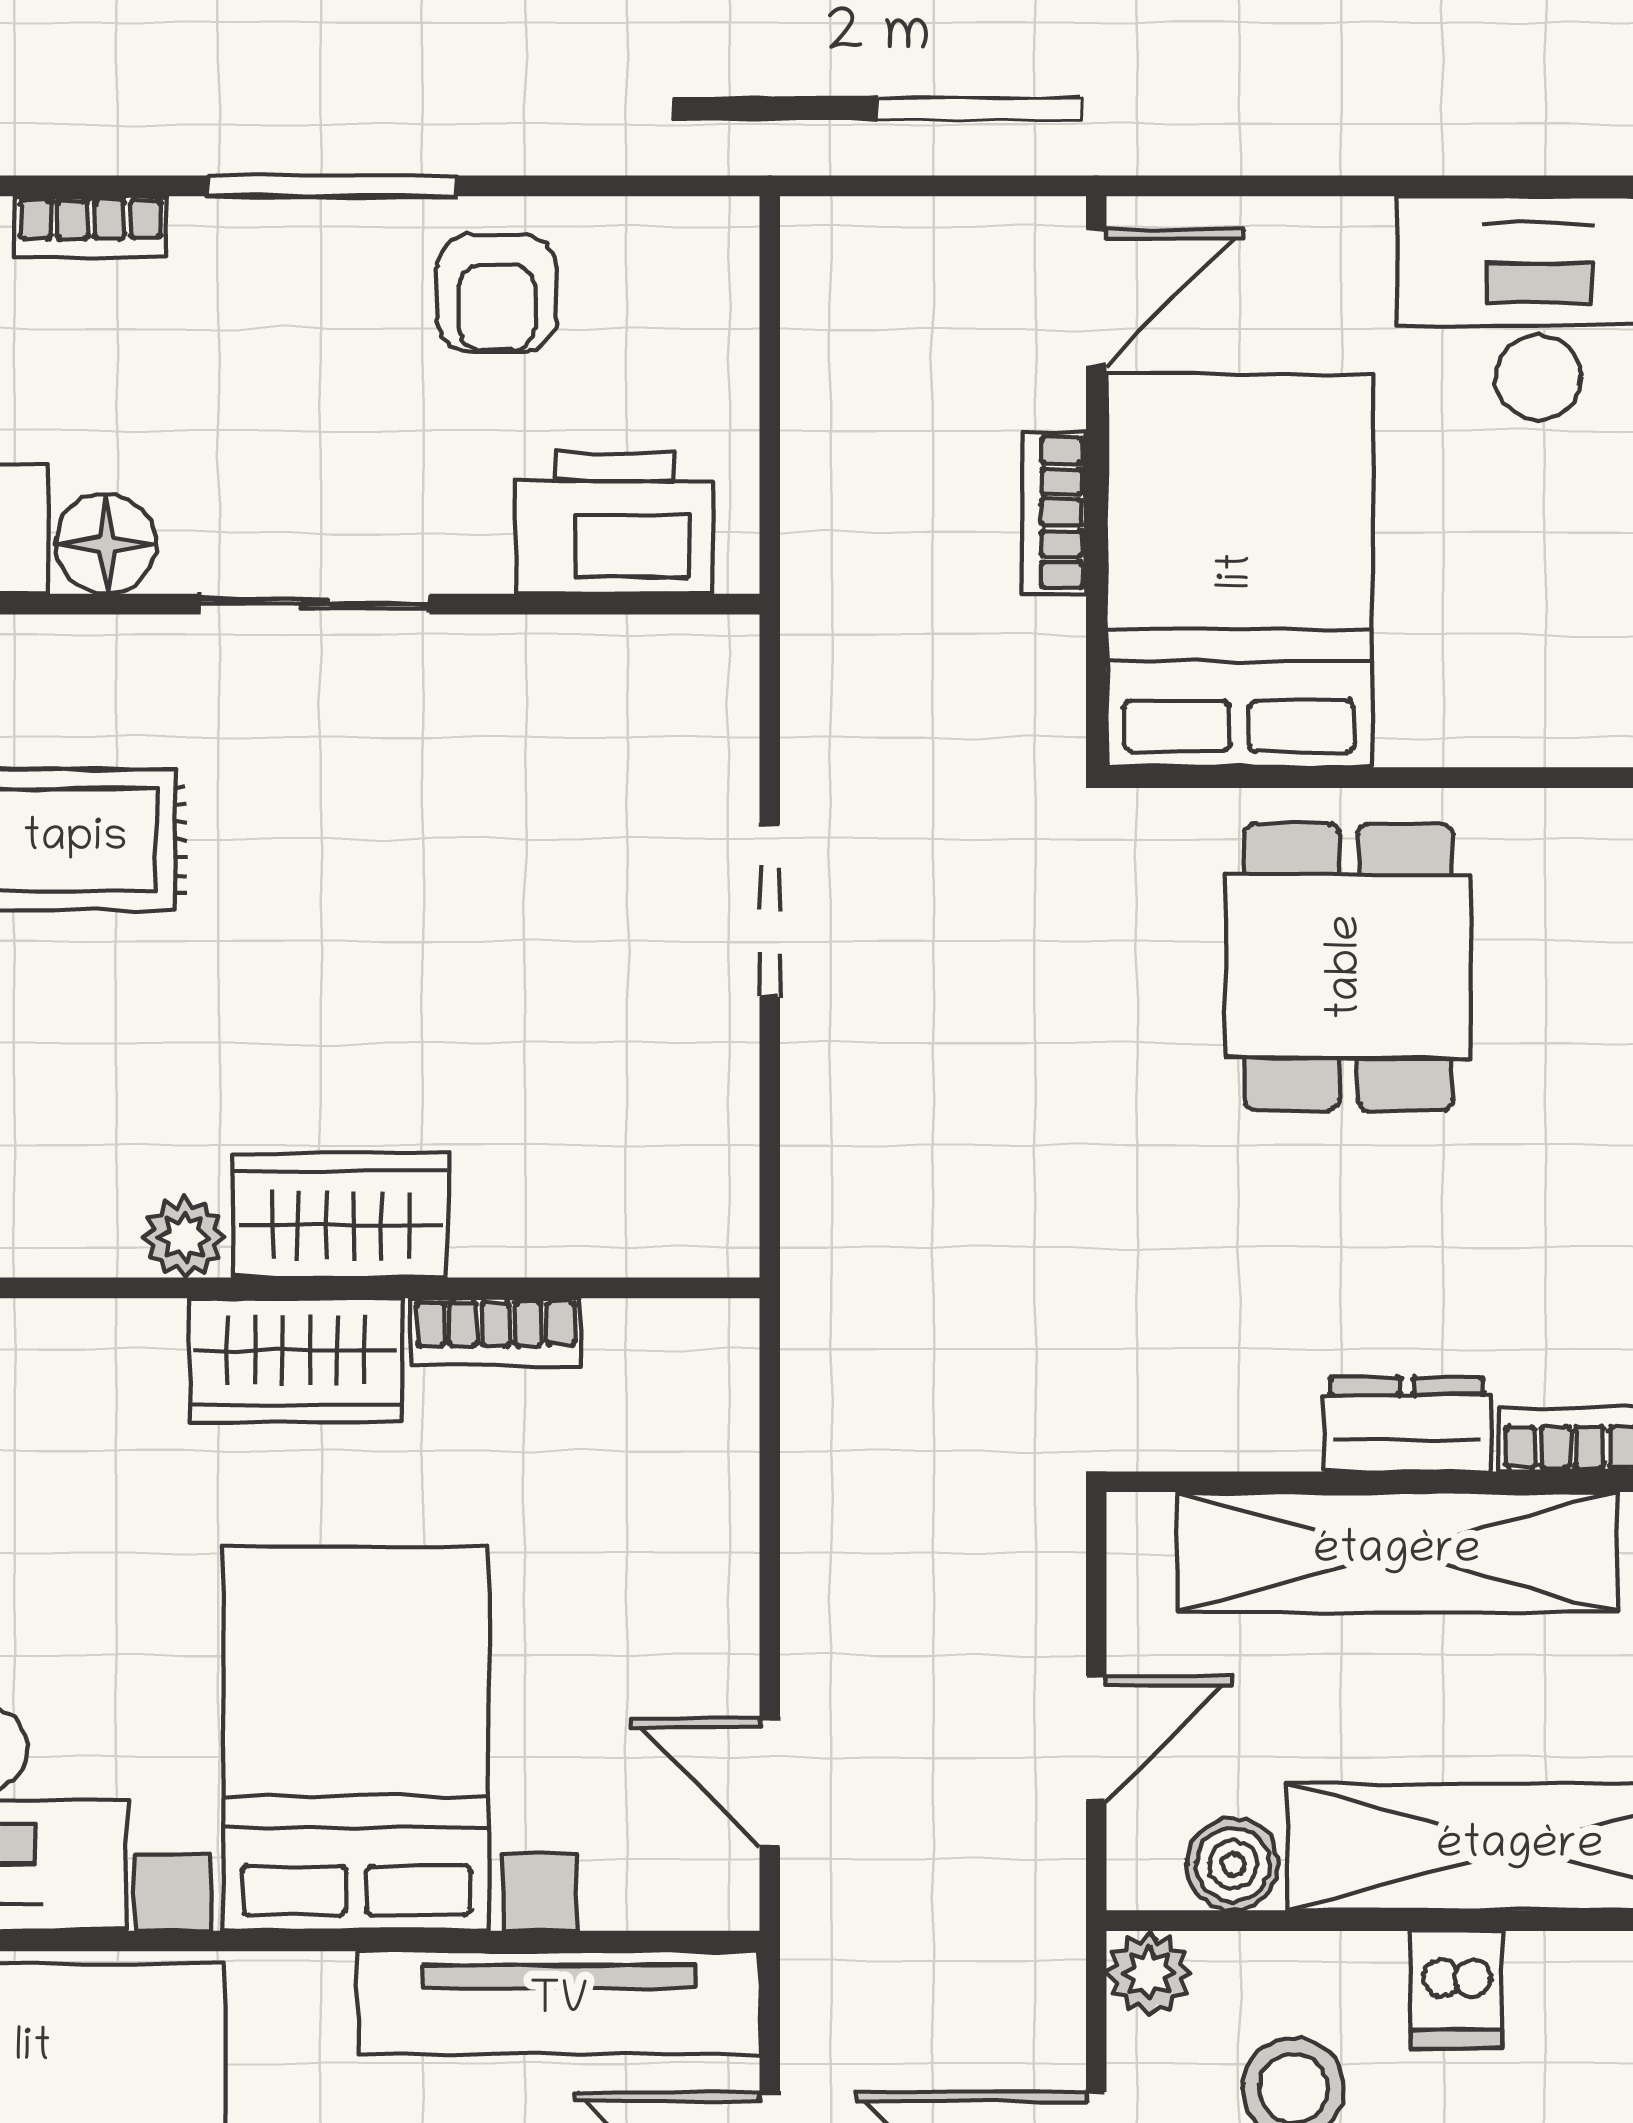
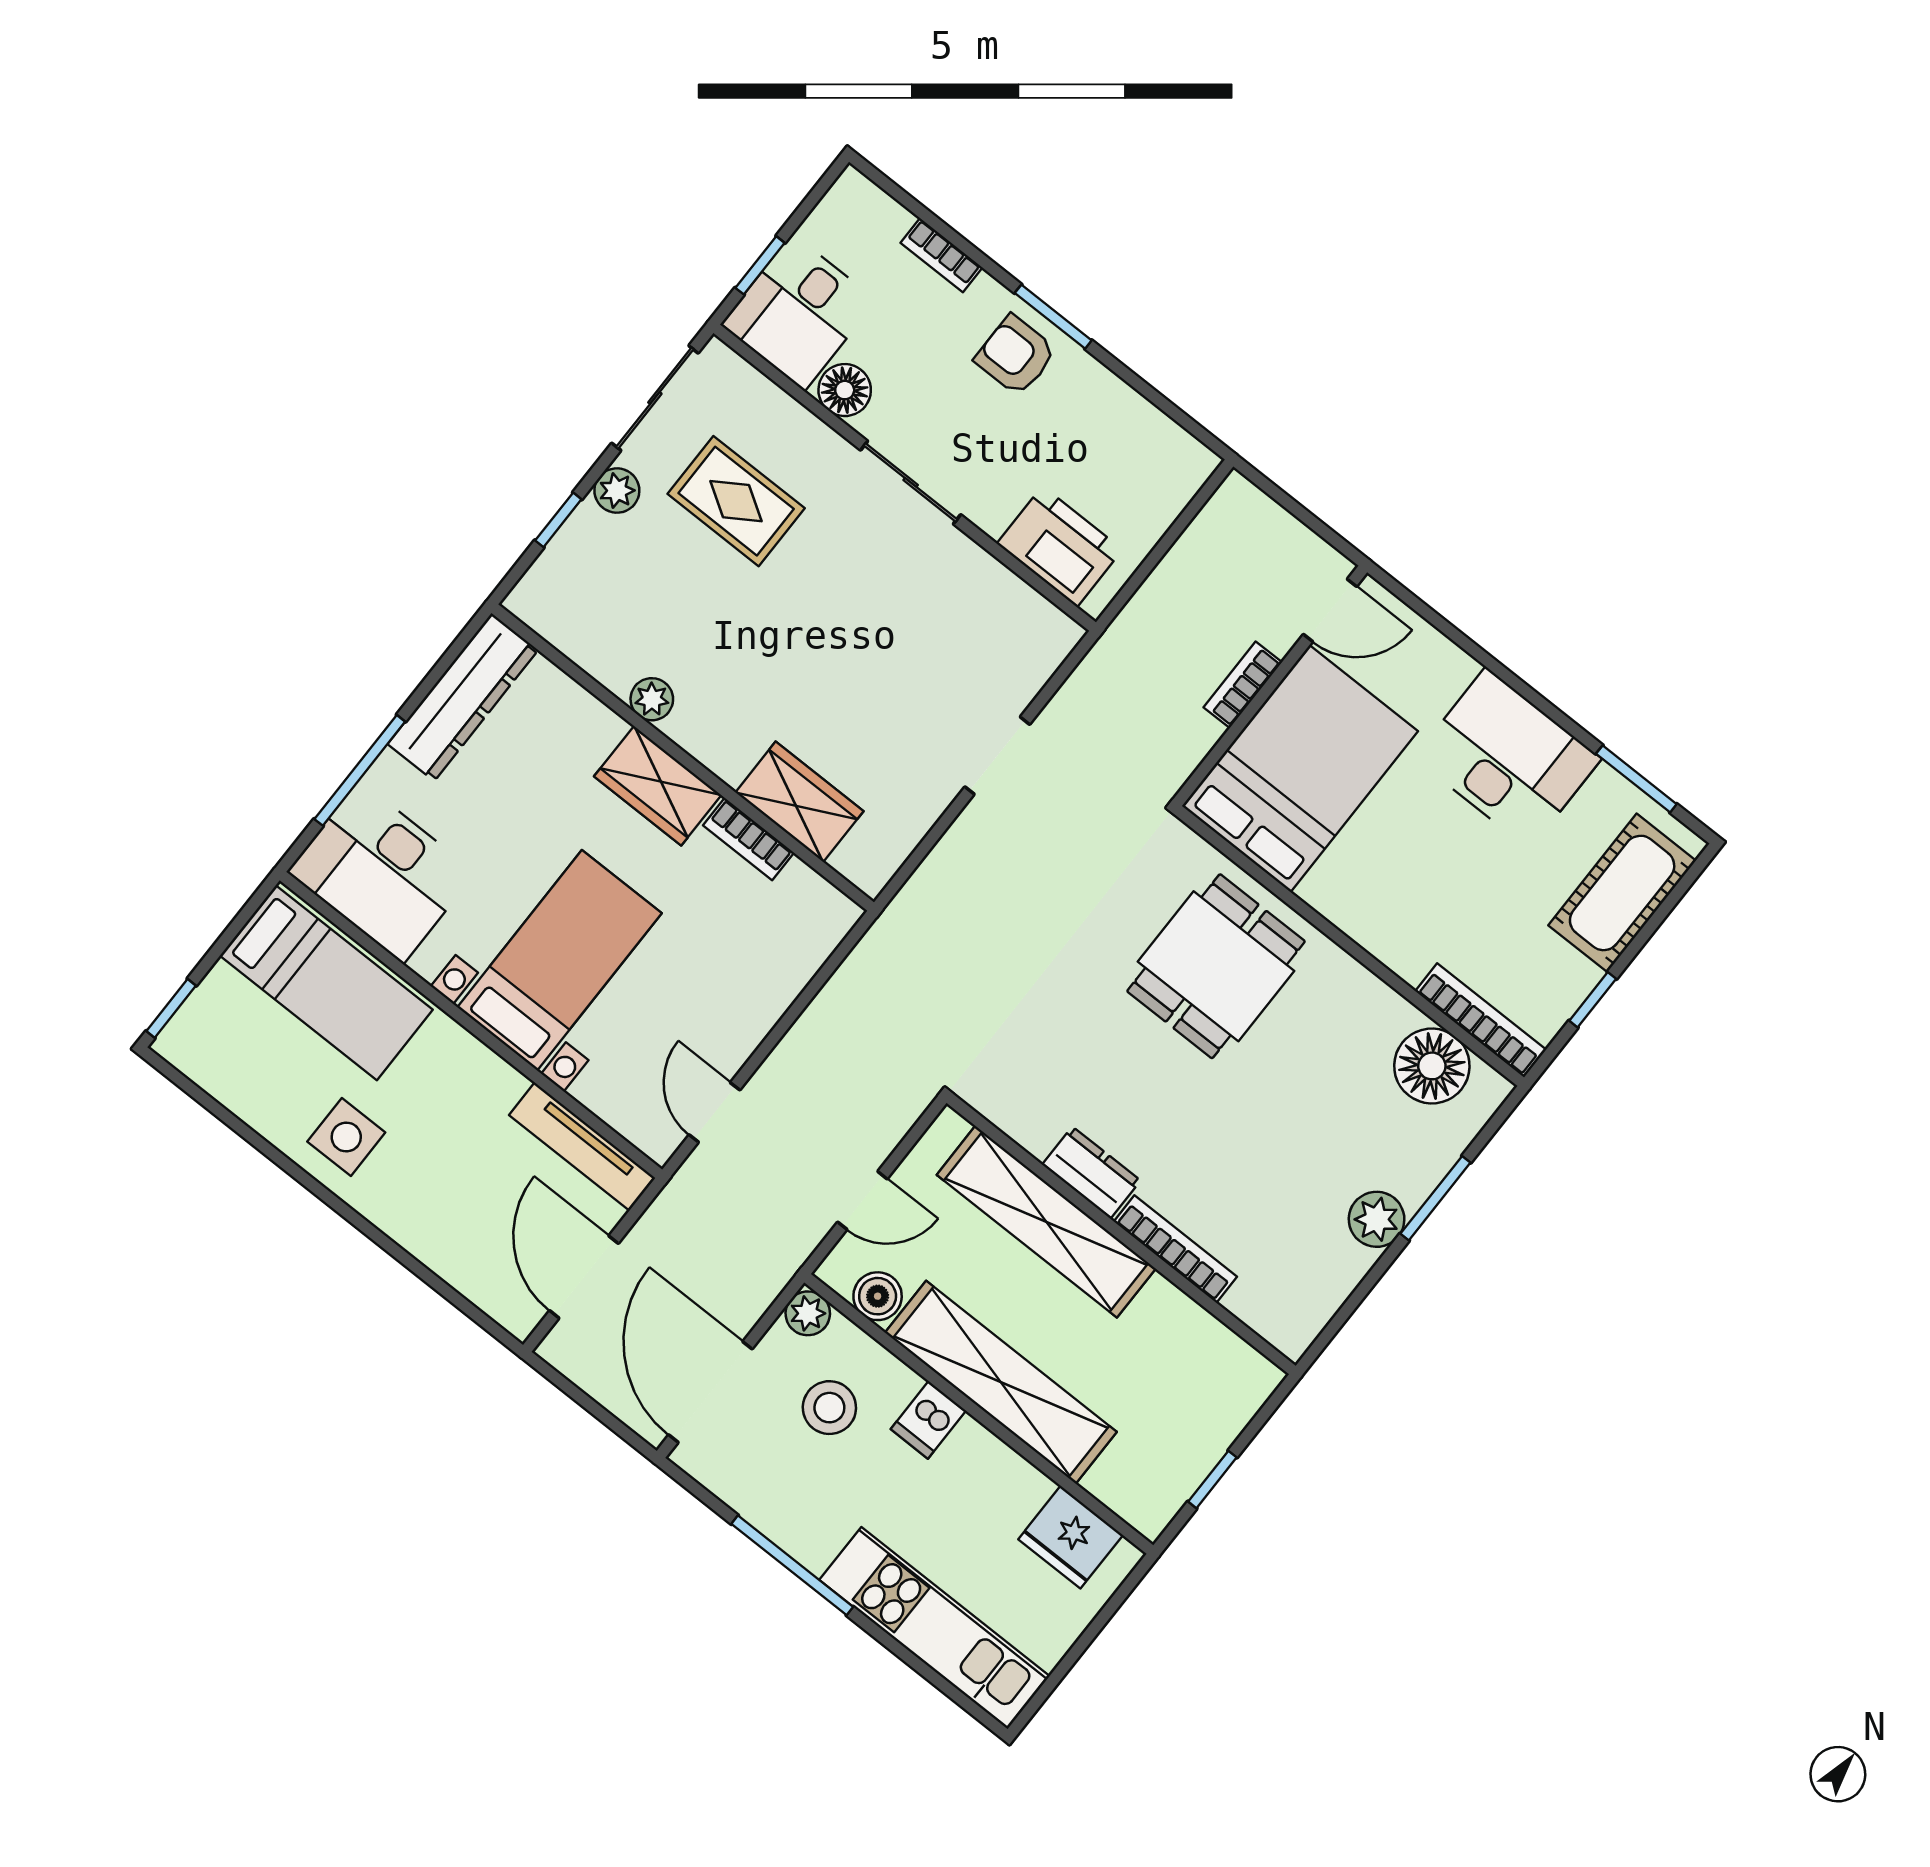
window: (332, 186) -> (1053, 317), width x0.69
armchair: (497, 293) -> (1016, 355), moved, turned 90
wardrobe: (340, 1215) -> (799, 802), moved
bed with nightstands: (356, 1739) -> (559, 960), width x0.73
tv unit: (559, 2003) -> (582, 1147), width x0.73, depth x0.78

